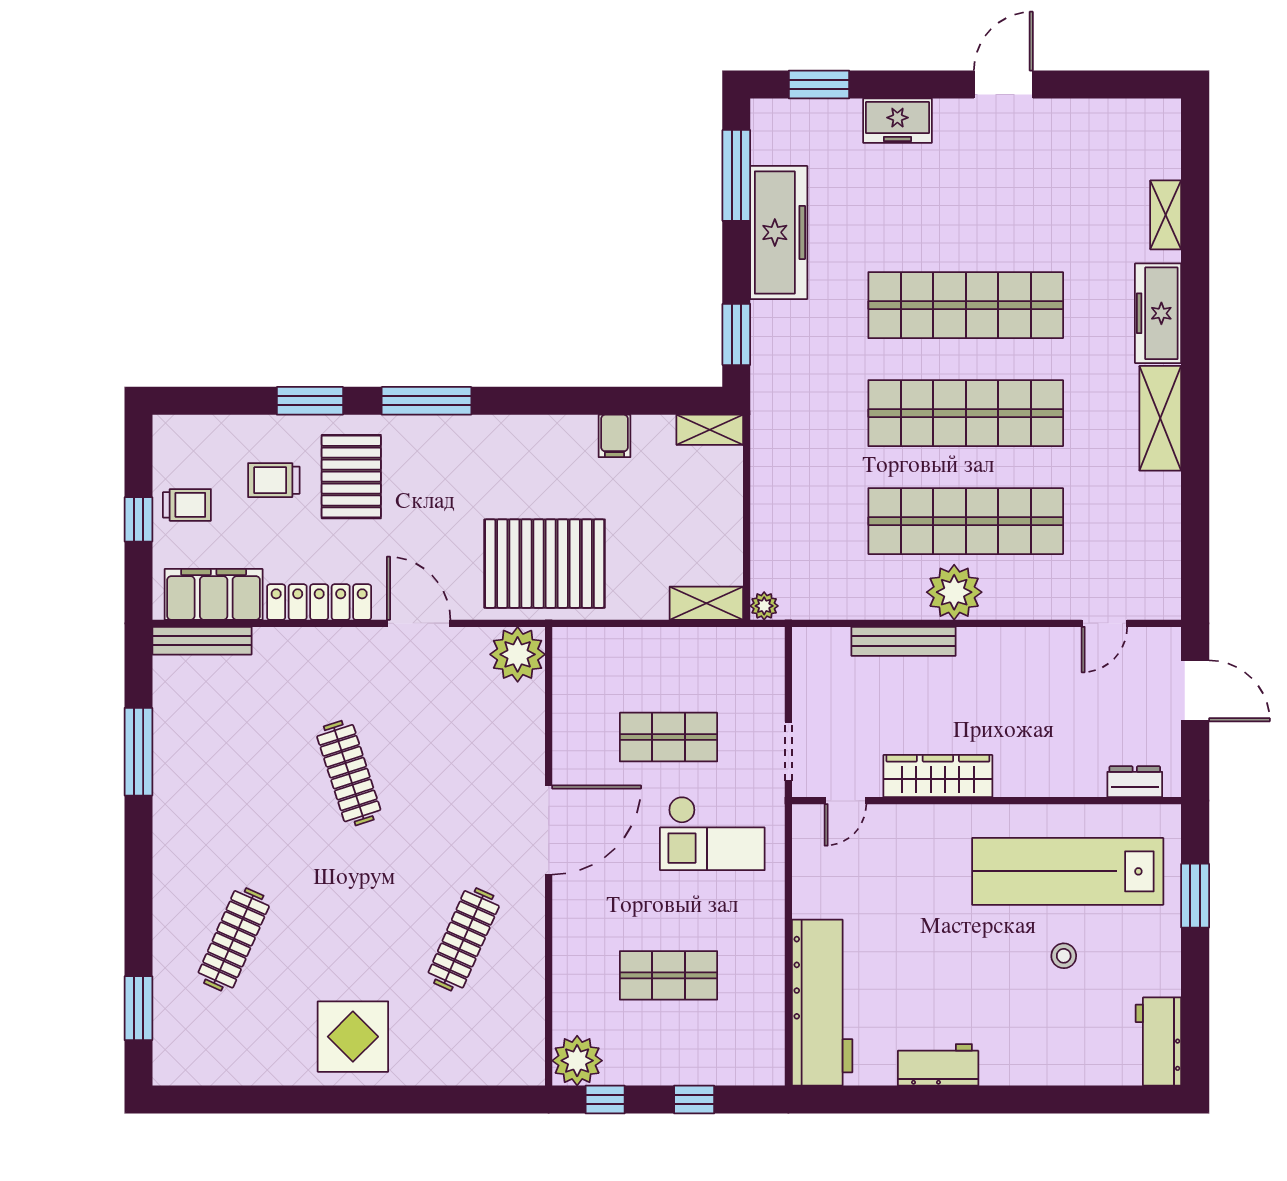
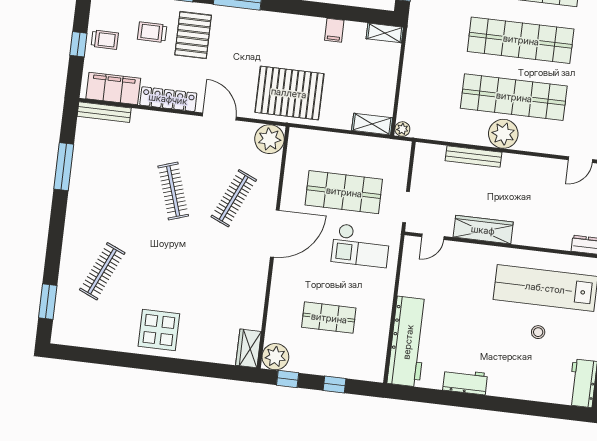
shop shelf: (669, 737) -> (344, 192), width x1.43, depth x1.36
clothes rail: (464, 939) -> (234, 198), moved
wardrobe: (525, 1051) -> (248, 348), added

